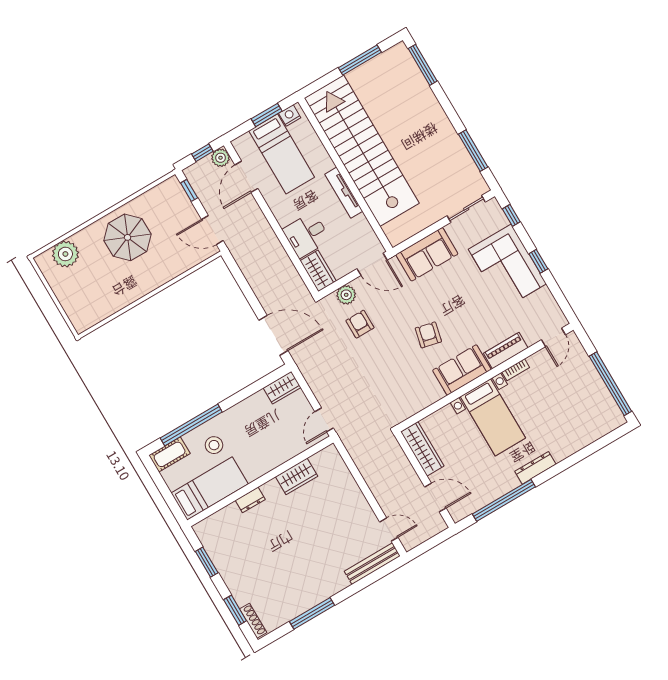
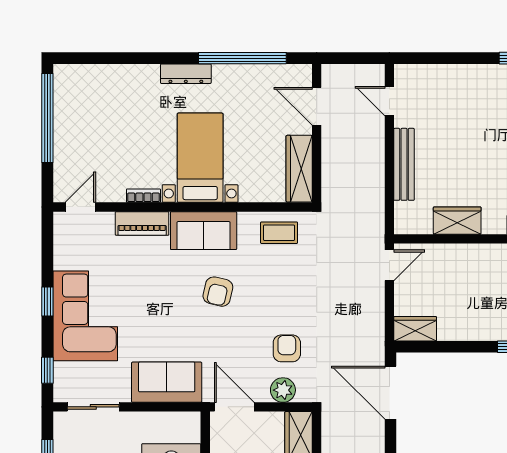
armchair: (360, 324) -> (287, 348), turned 180
coffee table: (411, 398) -> (279, 233), added
bench: (372, 564) -> (404, 164), moved, turned 90

